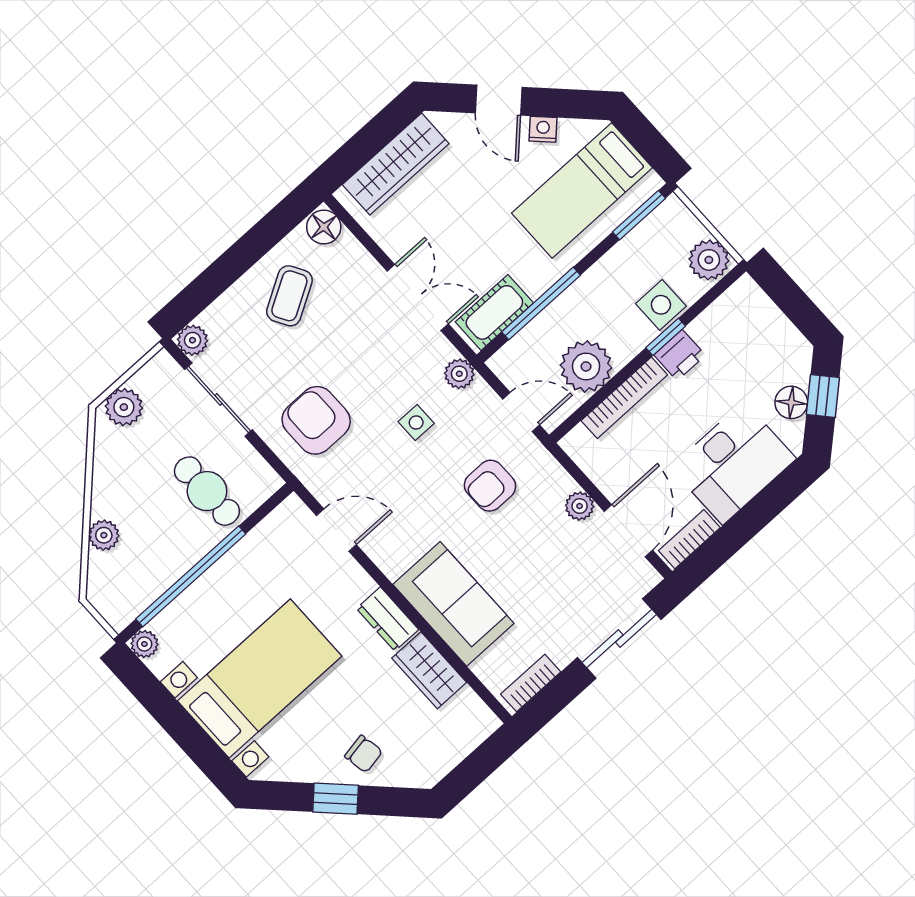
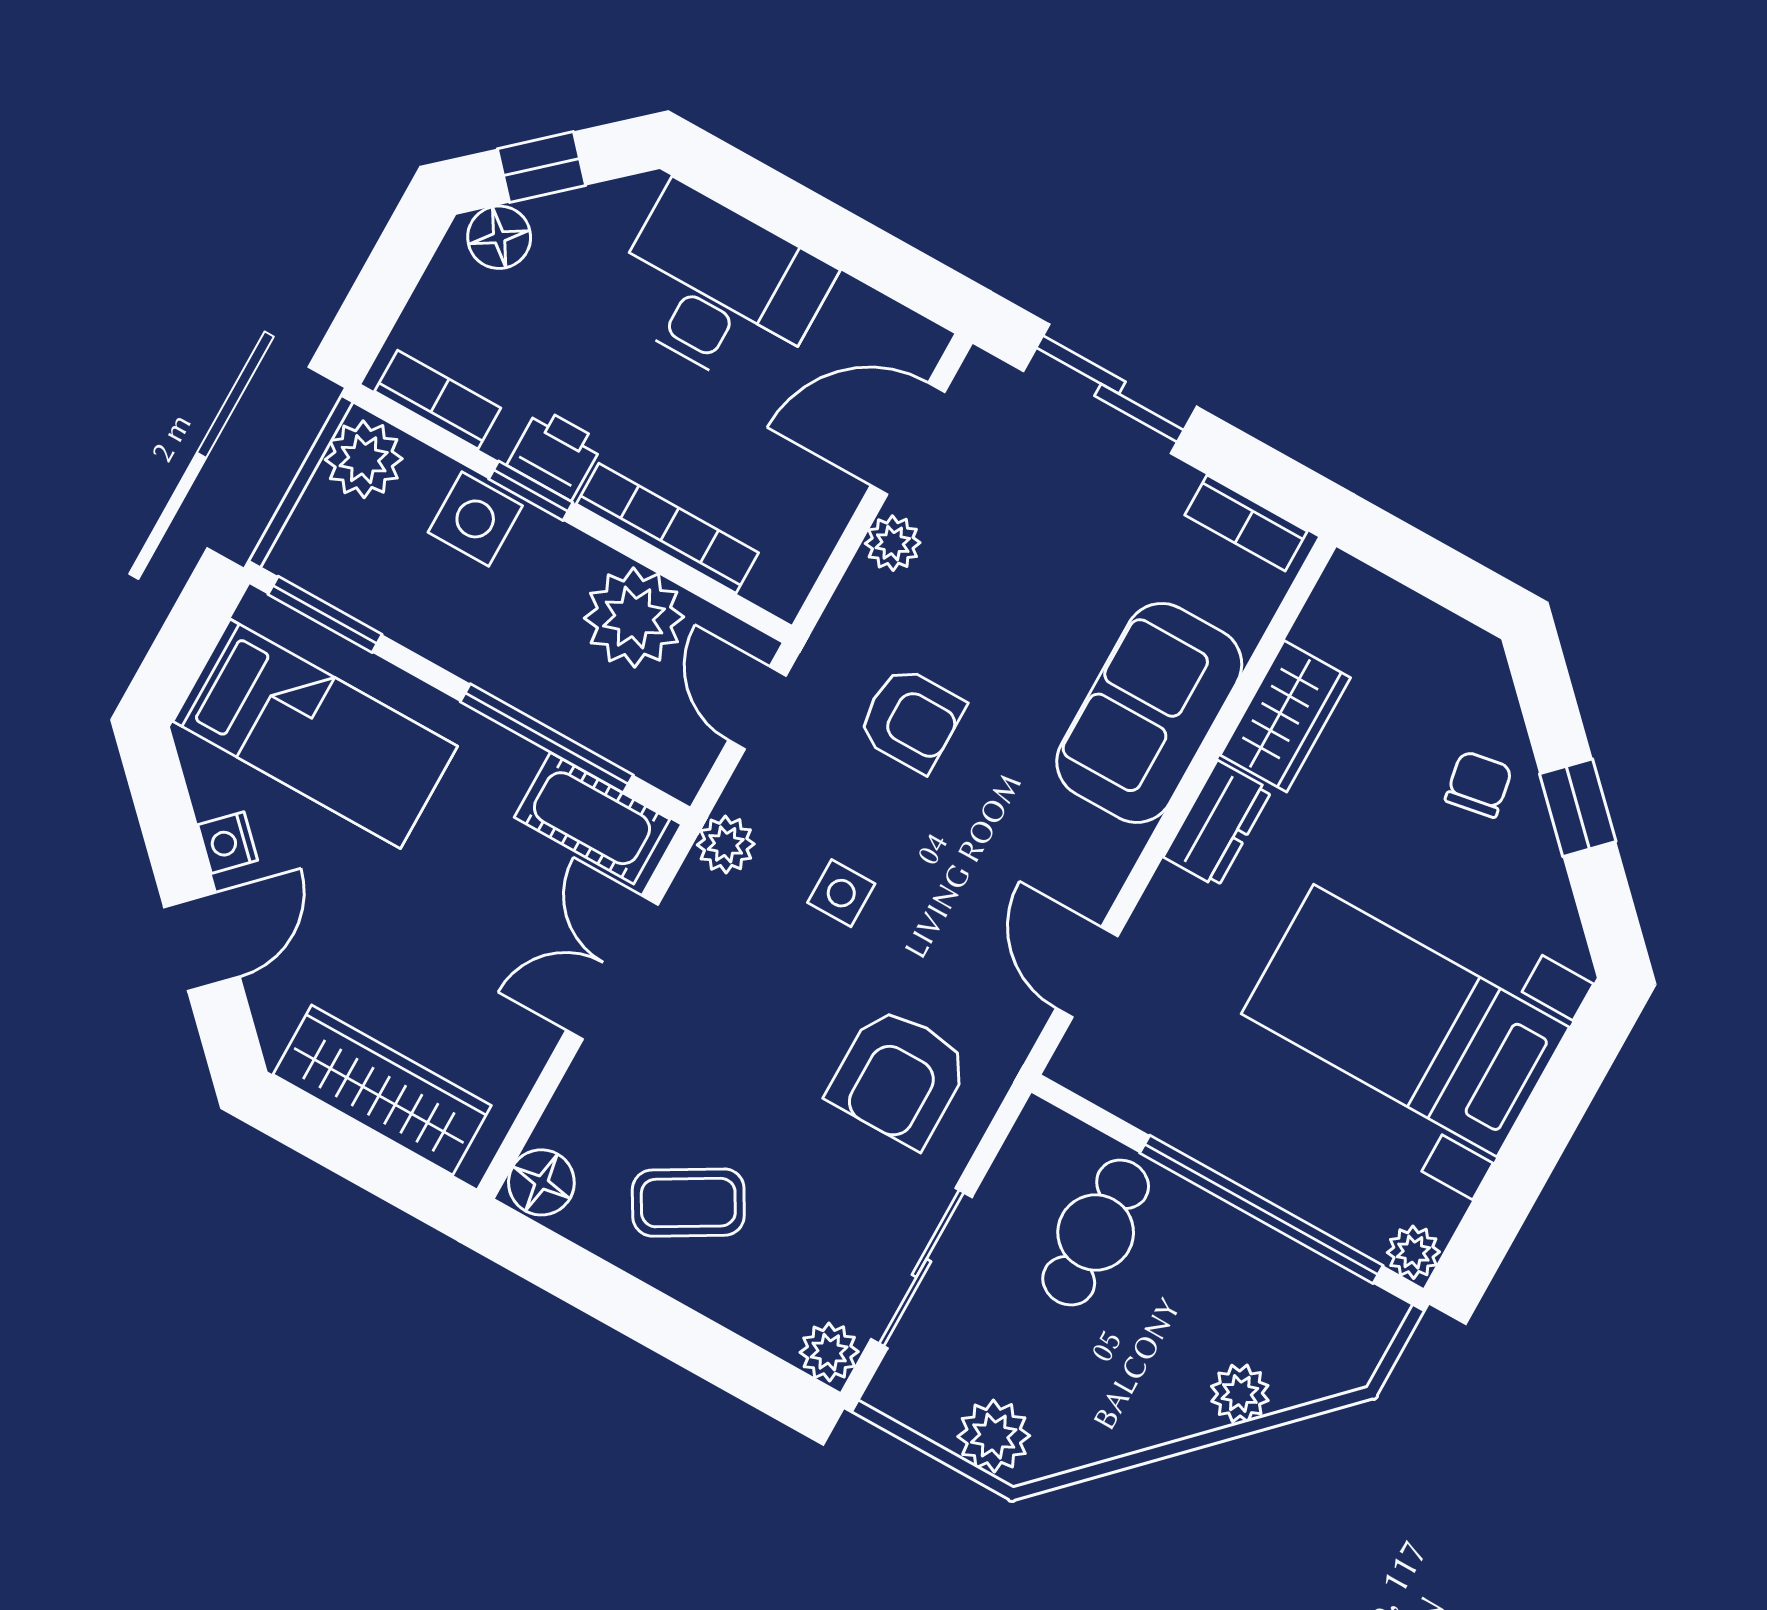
floor lamp: (791, 402) -> (499, 237), moved
bookcase: (689, 539) -> (438, 400), moved, turned 180

